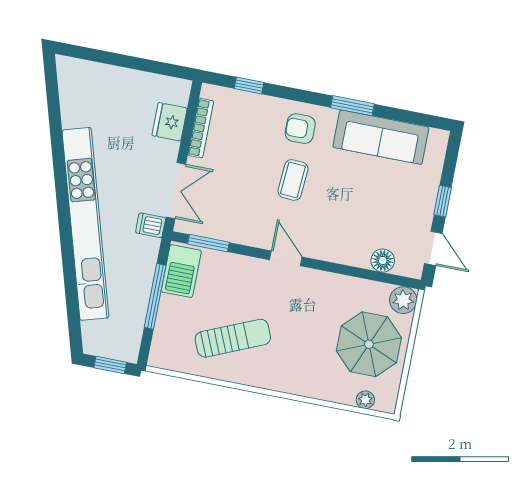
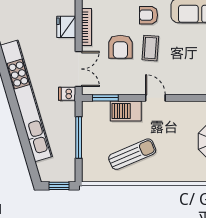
armchair: (247, 169) -> (120, 47), added
barbecue: (181, 271) -> (126, 111), moved, turned 90

